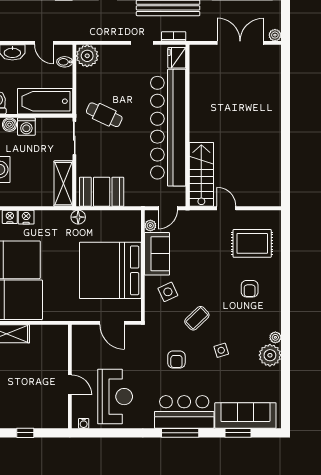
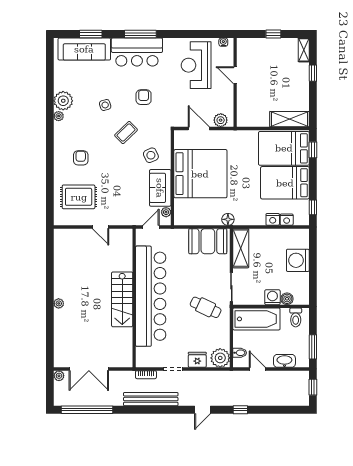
fridge: (177, 58) -> (197, 360), moved, turned -90
plant: (275, 119) -> (59, 303), added
stairs: (201, 174) -> (122, 299), moved
plant: (87, 333) -> (221, 120), added

